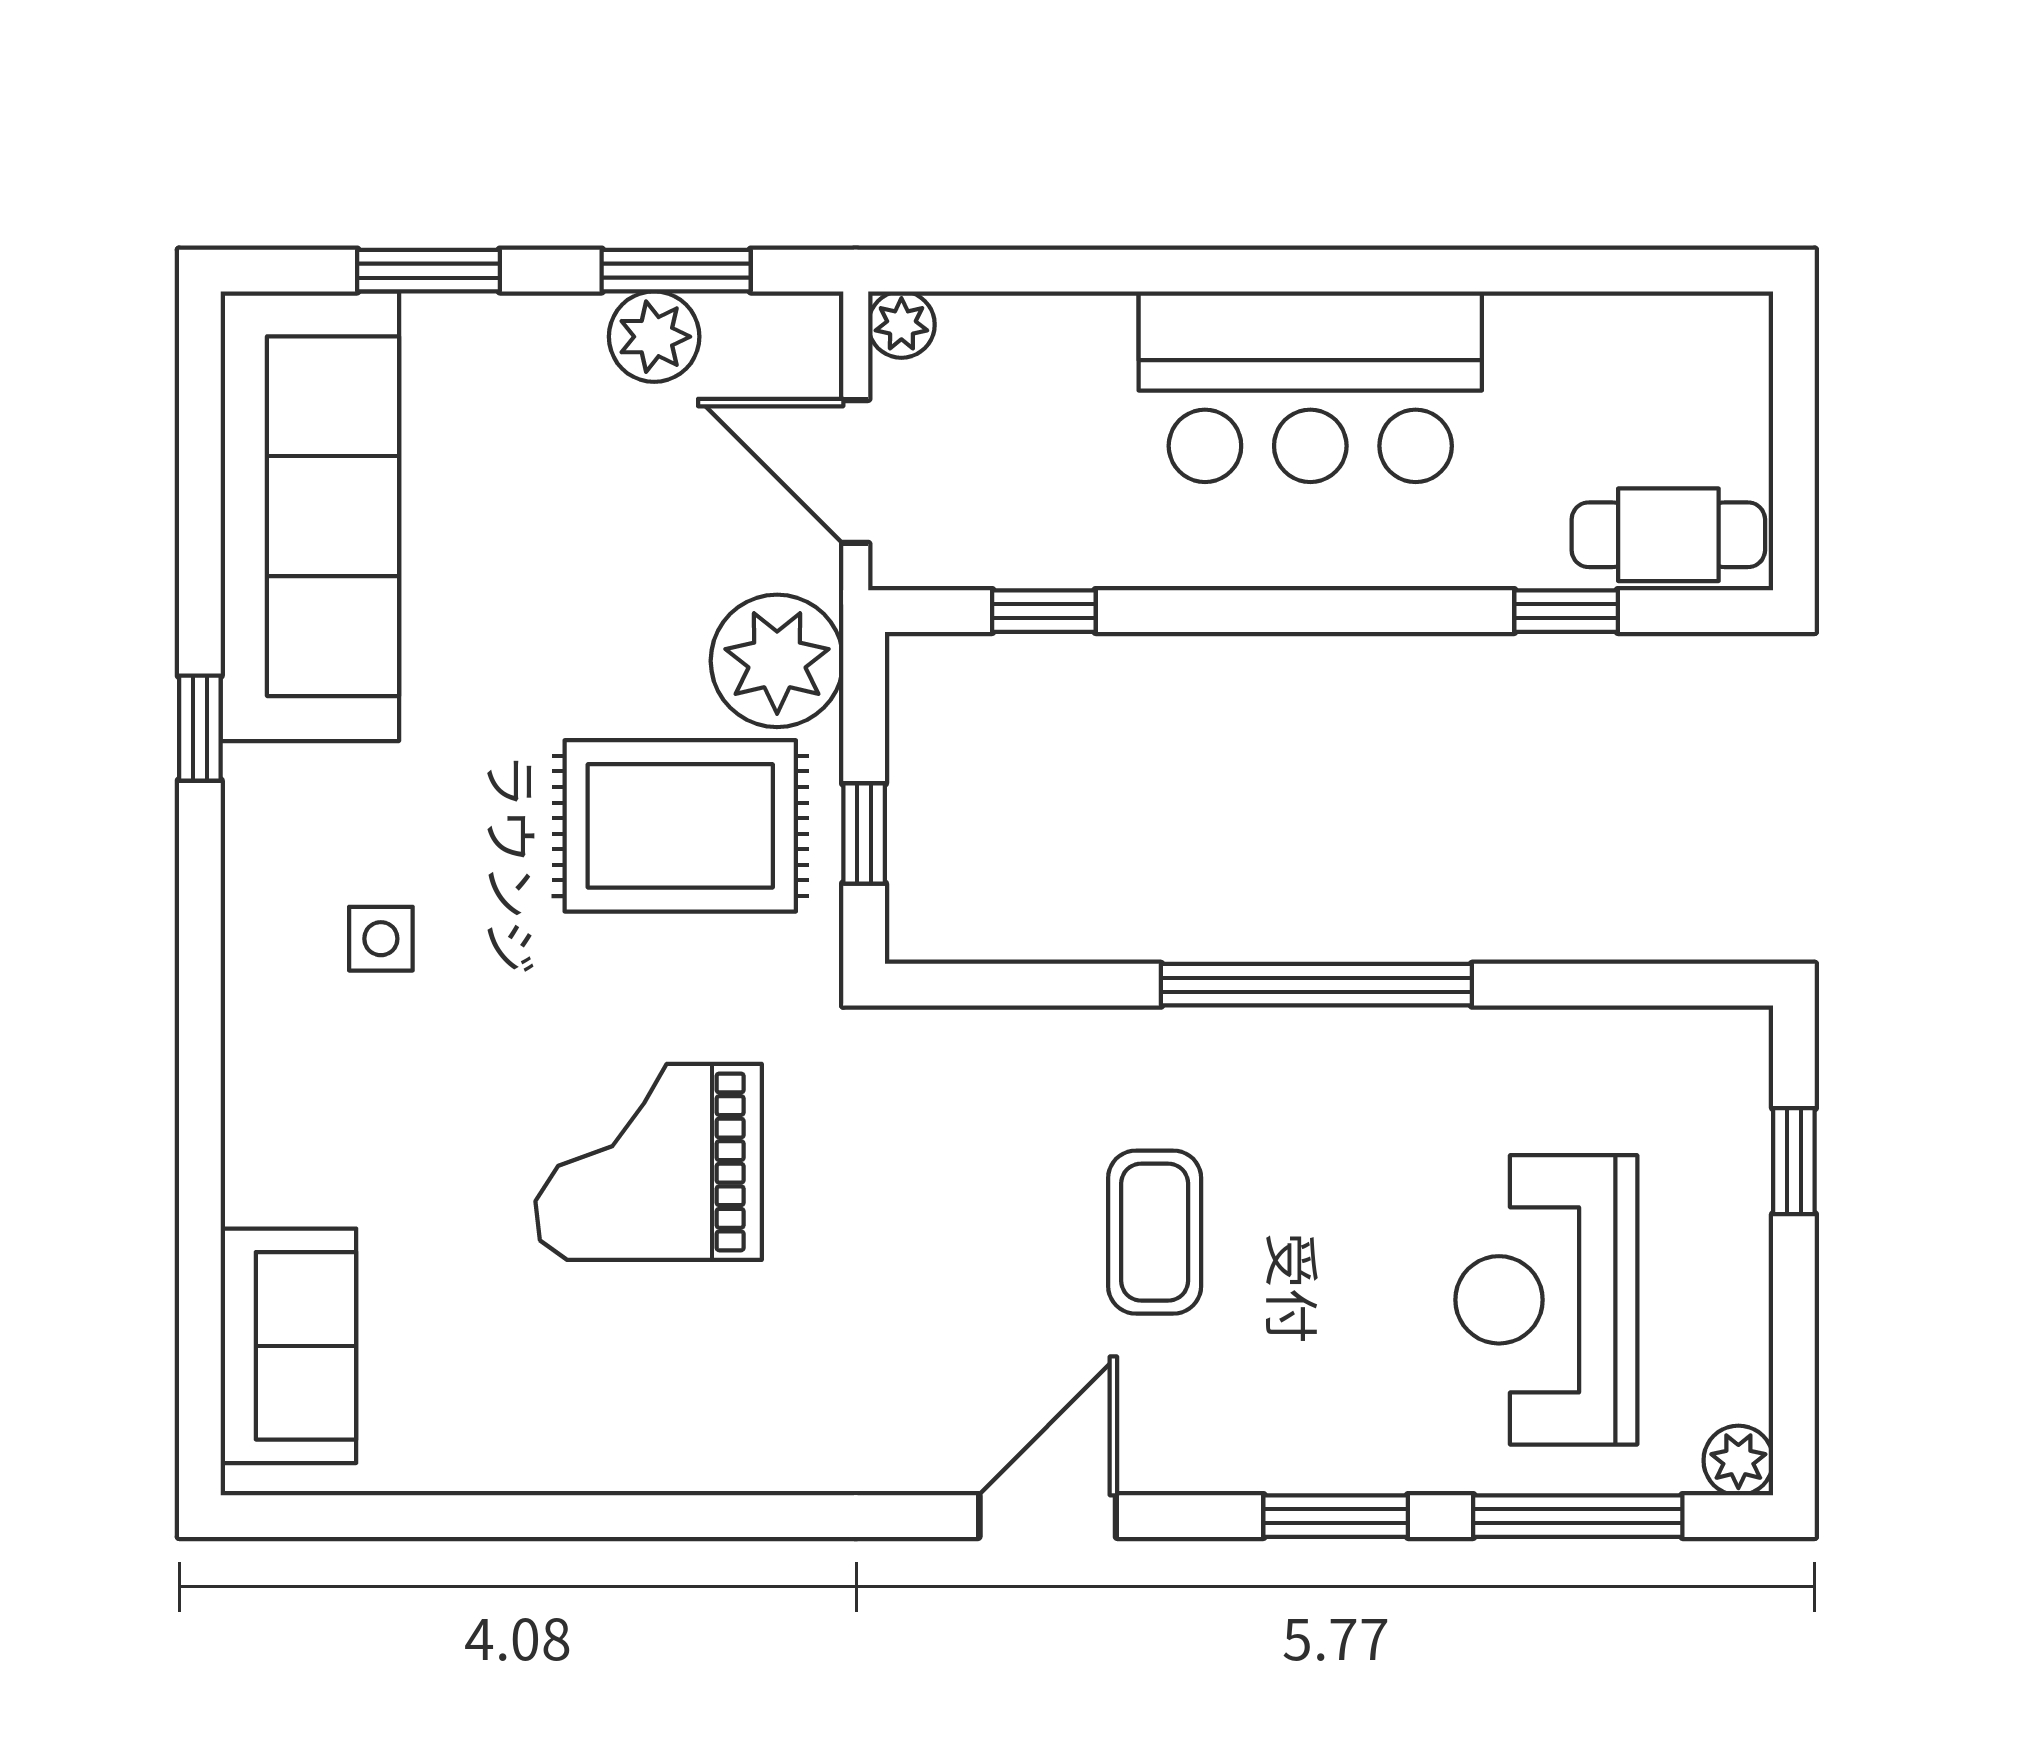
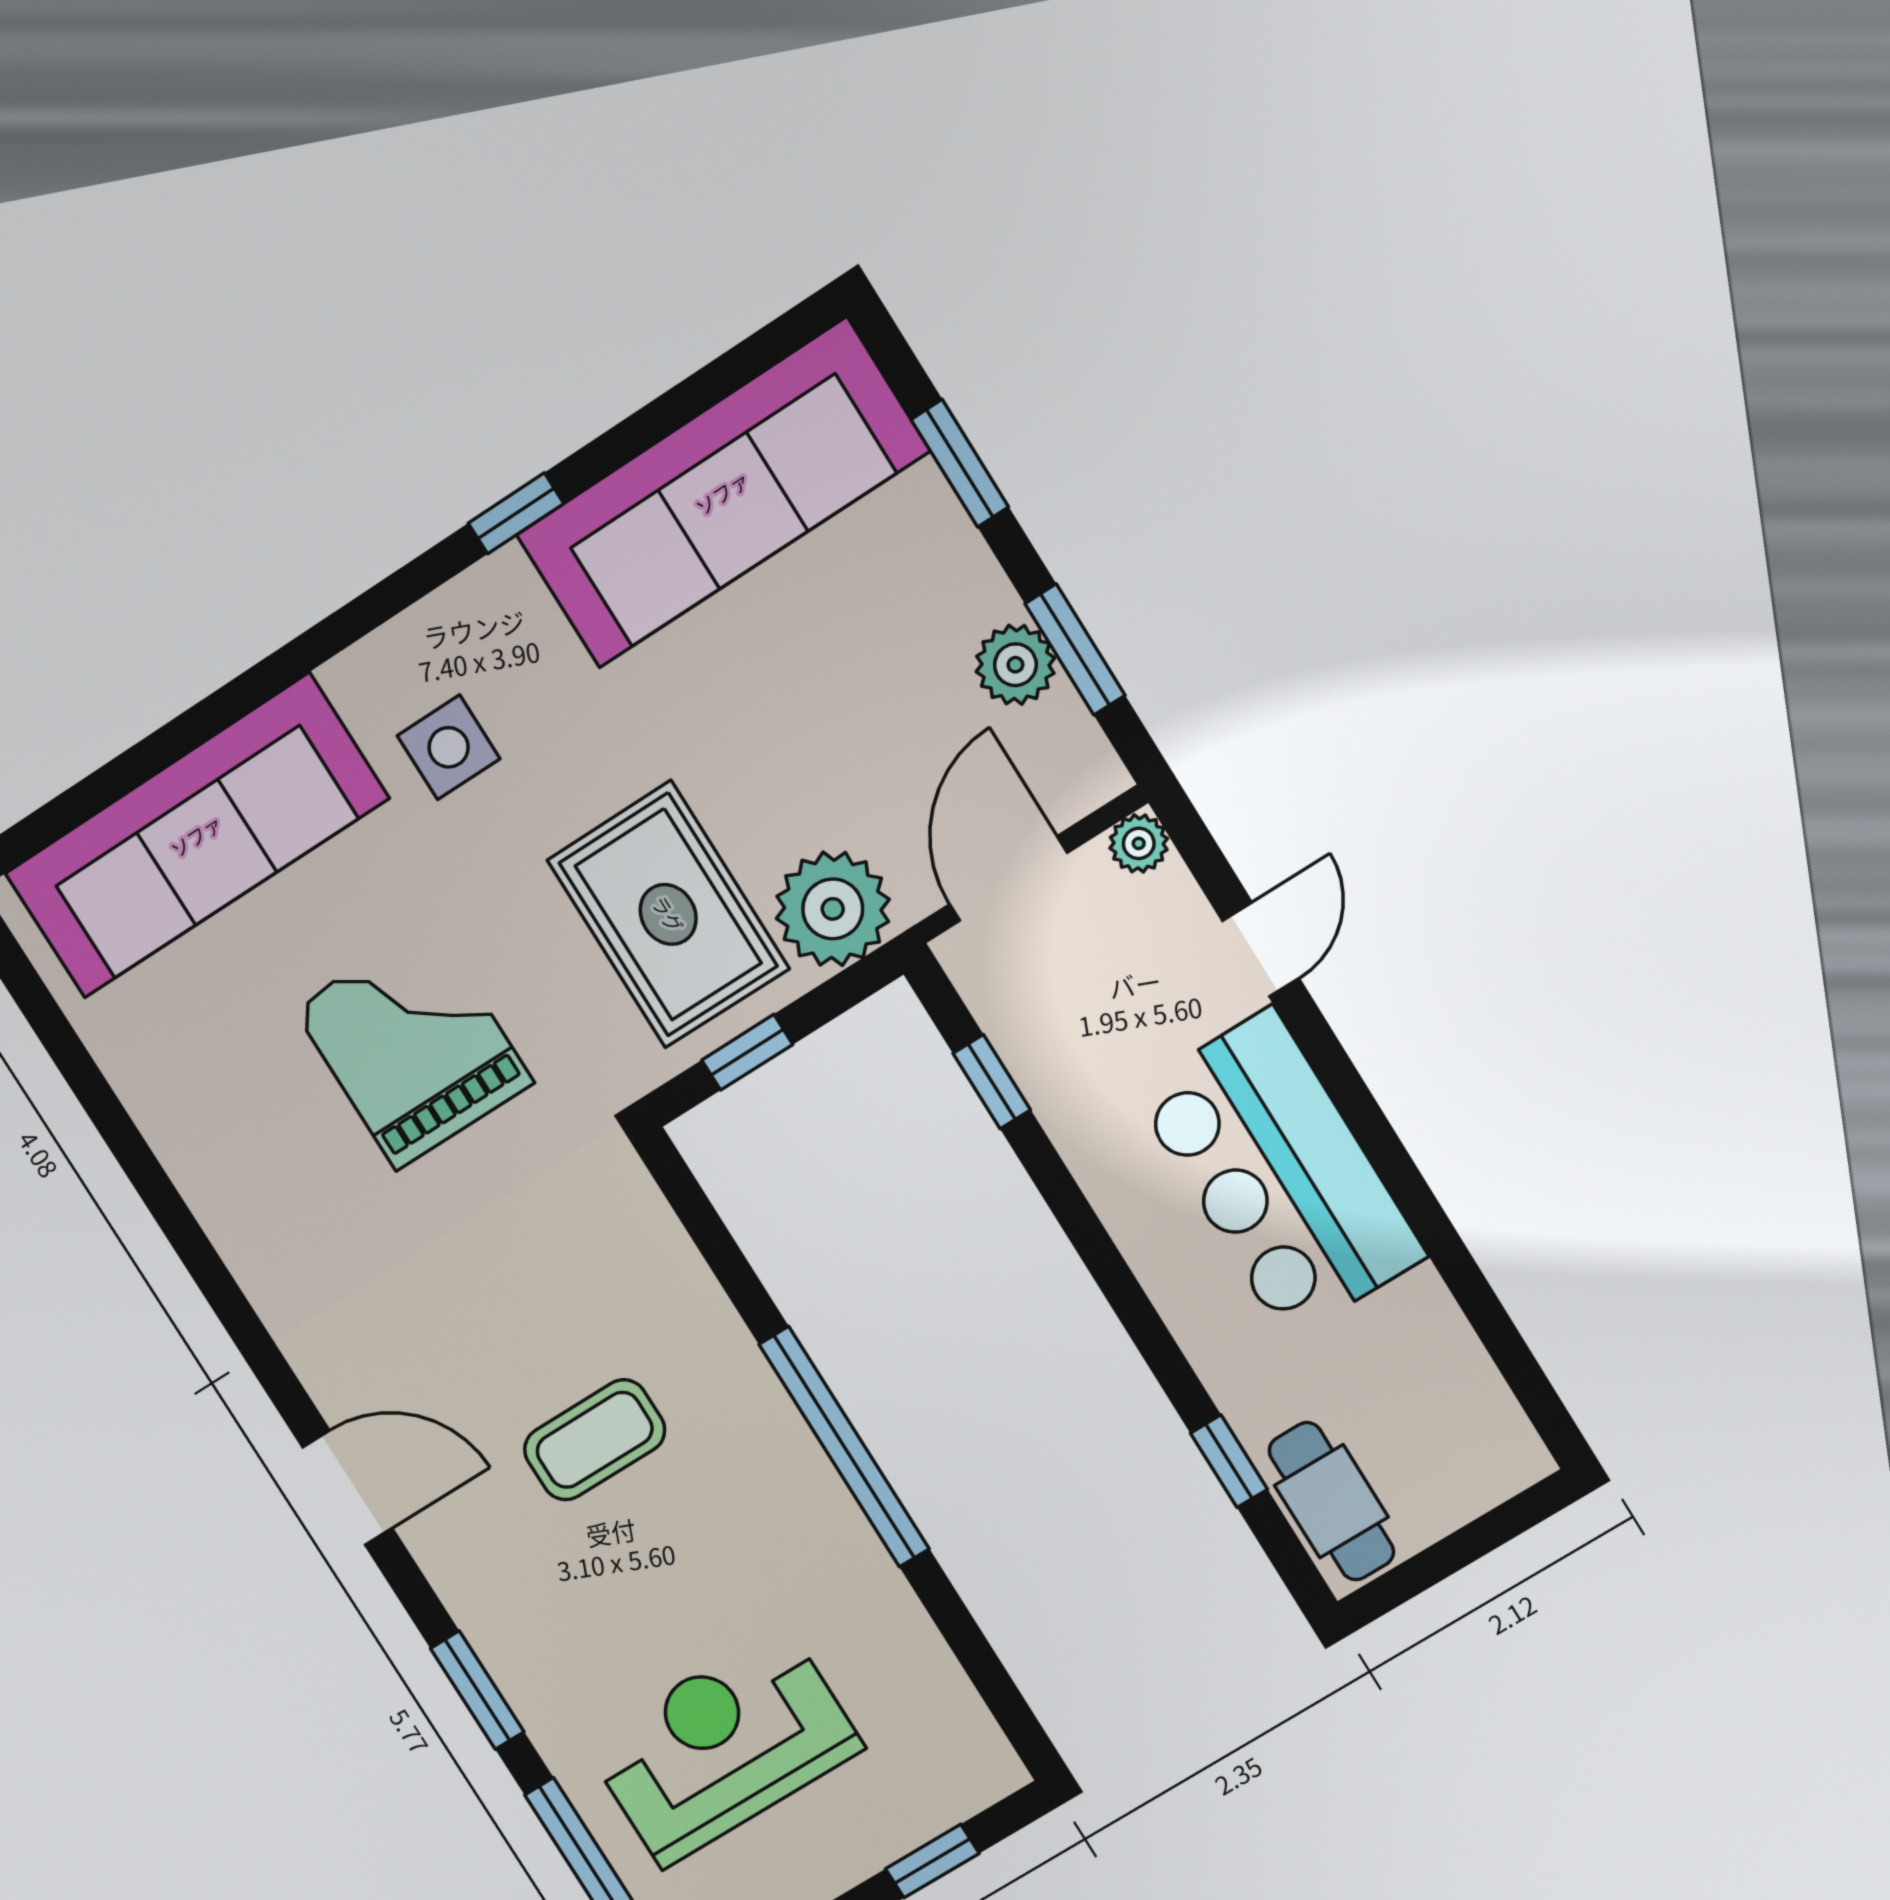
door: (1078, 271) -> (1261, 949), added
side table: (381, 939) -> (449, 747), width x1.37, depth x1.37
sofa: (288, 1346) -> (196, 836), width x1.85, depth x1.27

